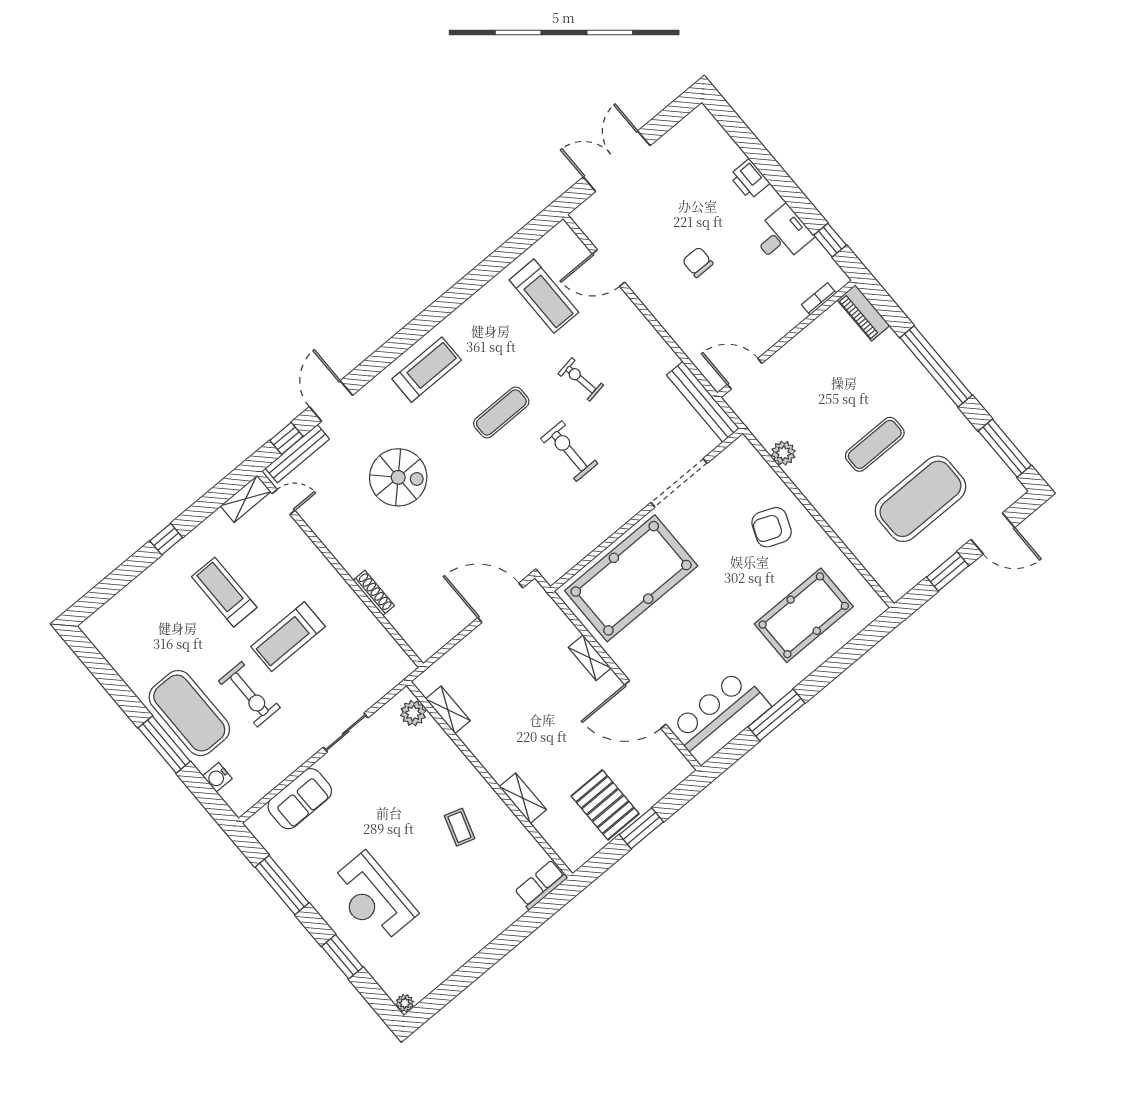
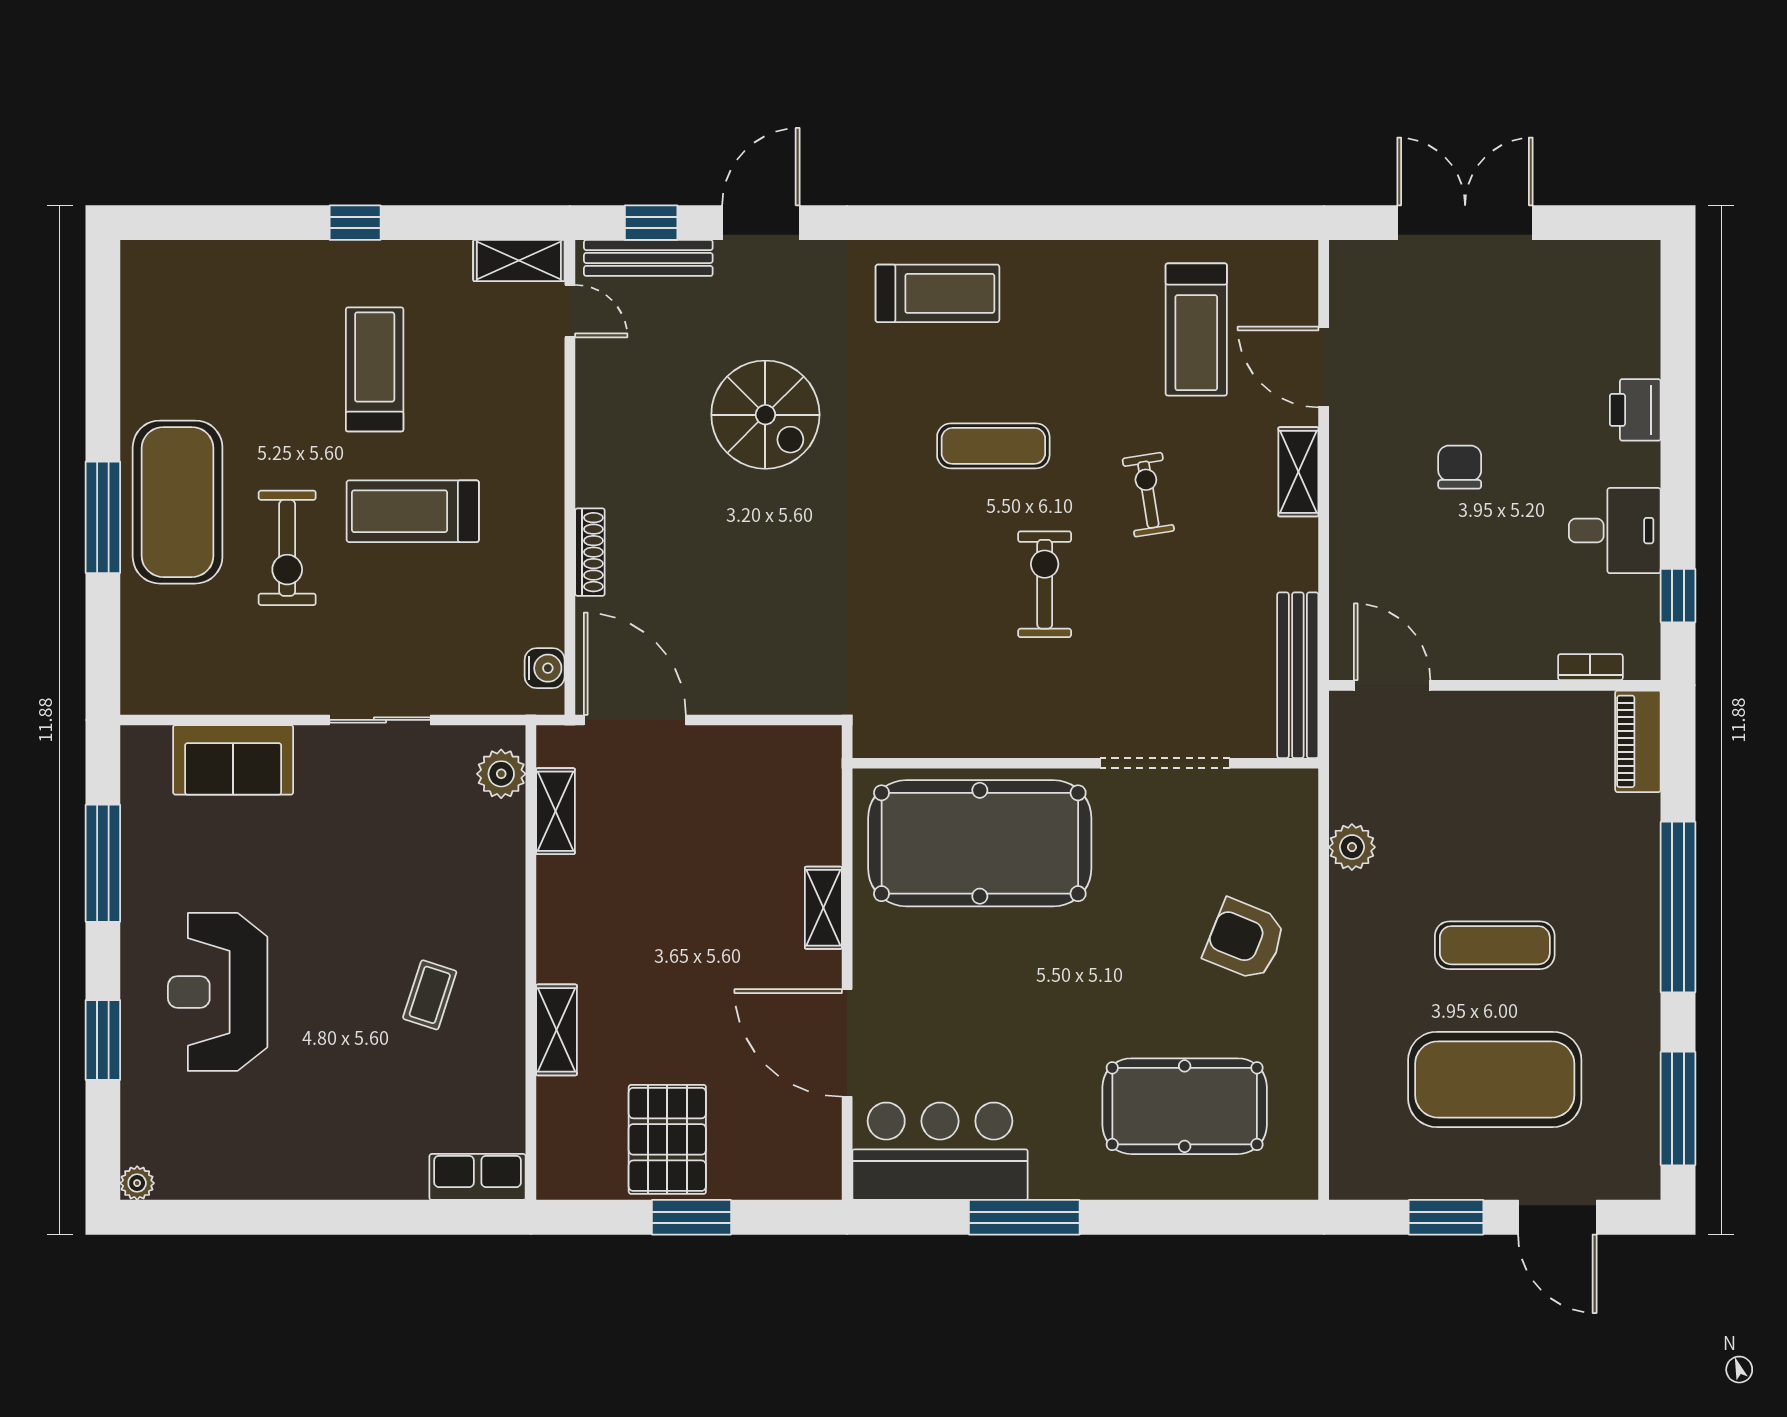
shelving: (634, 319) -> (1298, 472), added
door: (500, 603) -> (635, 720), moved
water cooler: (217, 777) -> (545, 668), moved, turned 180

